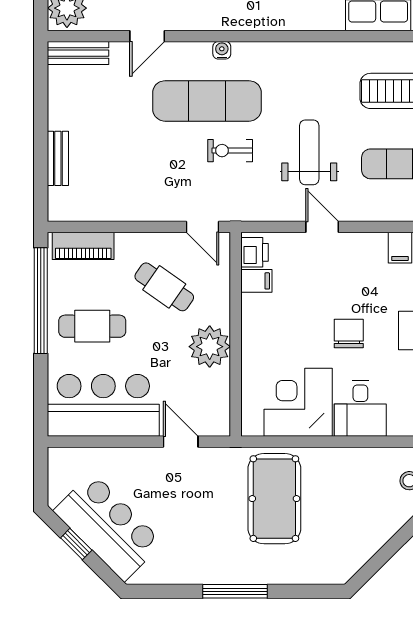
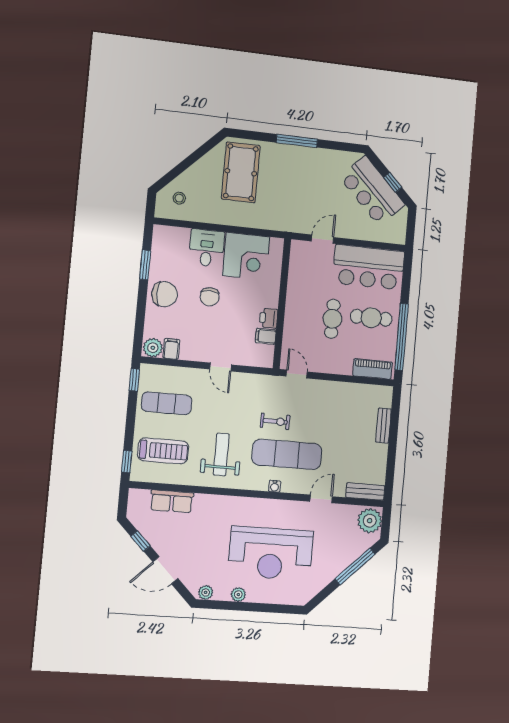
weight bench: (309, 152) -> (221, 454), moved, turned 180
printer: (254, 252) -> (269, 318), moved
cafe table: (164, 287) -> (332, 319), moved, turned 55
plant: (210, 347) -> (299, 297), removed
door: (181, 442) -> (323, 239), swing flipped
pool table: (274, 499) -> (241, 172), moved

